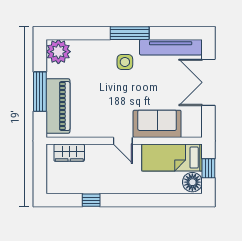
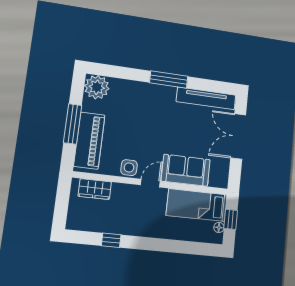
side table: (125, 62) -> (129, 168), moved
door: (123, 141) -> (150, 183), swing flipped
floor lamp: (192, 182) -> (219, 227), width x0.53, depth x0.53

